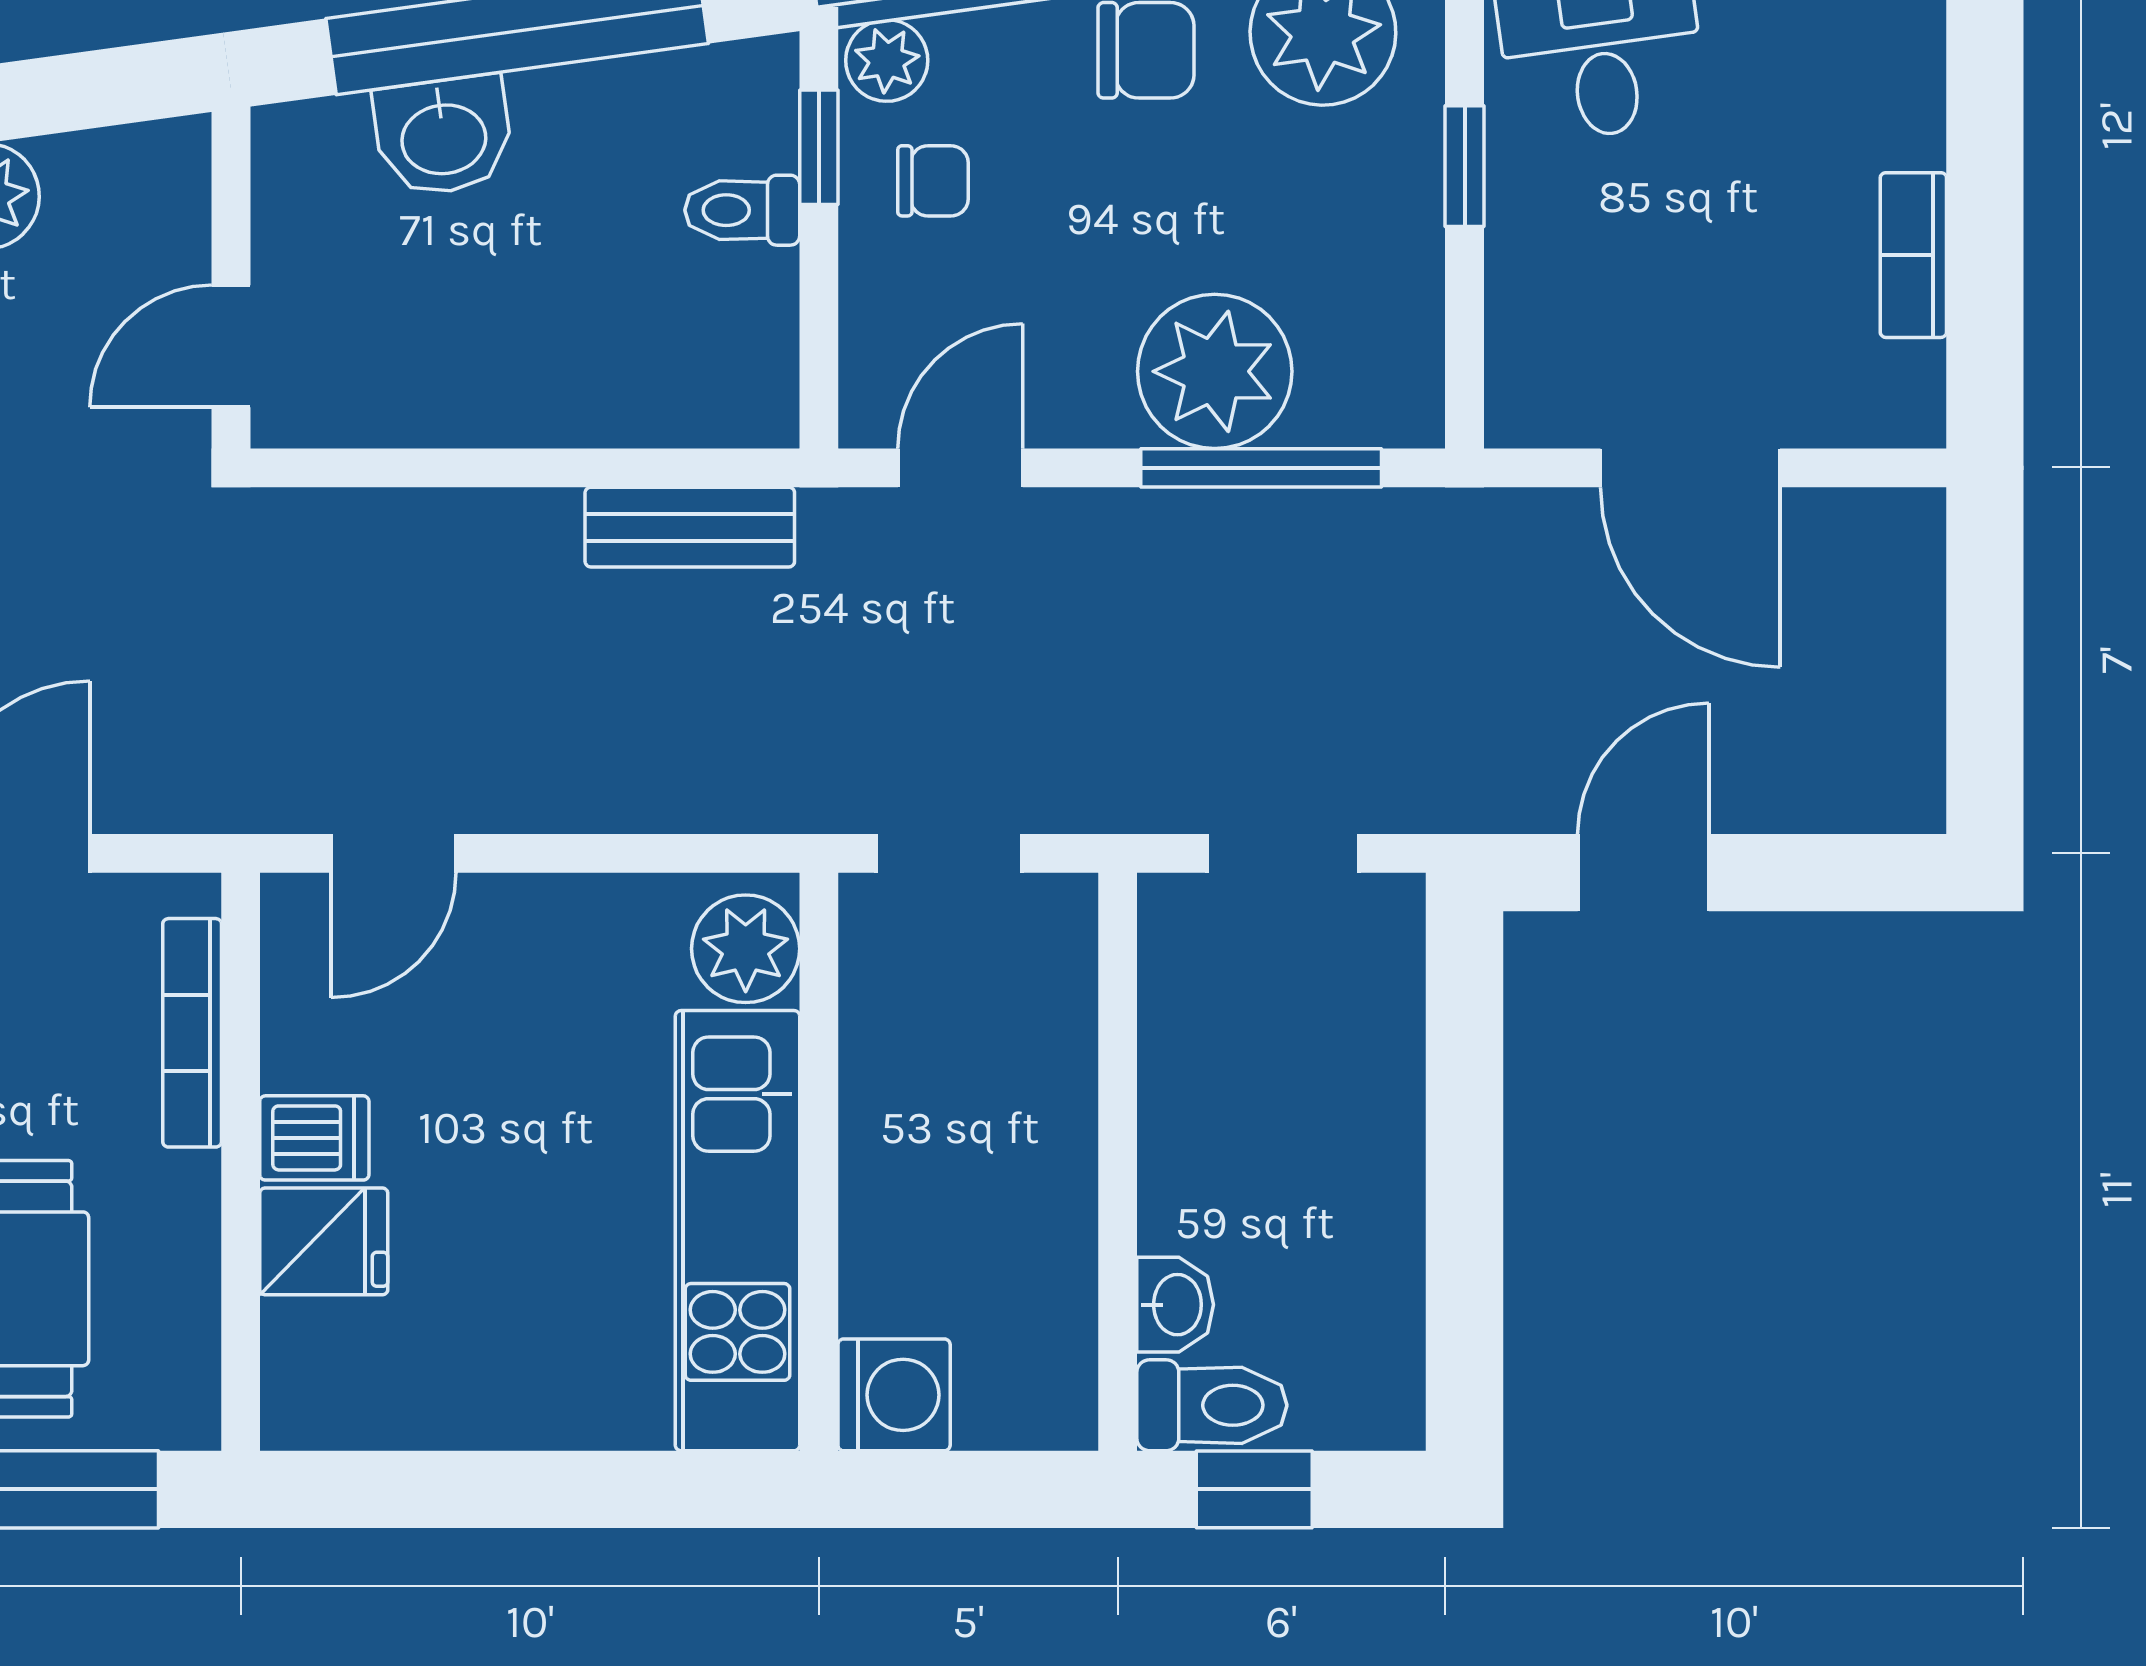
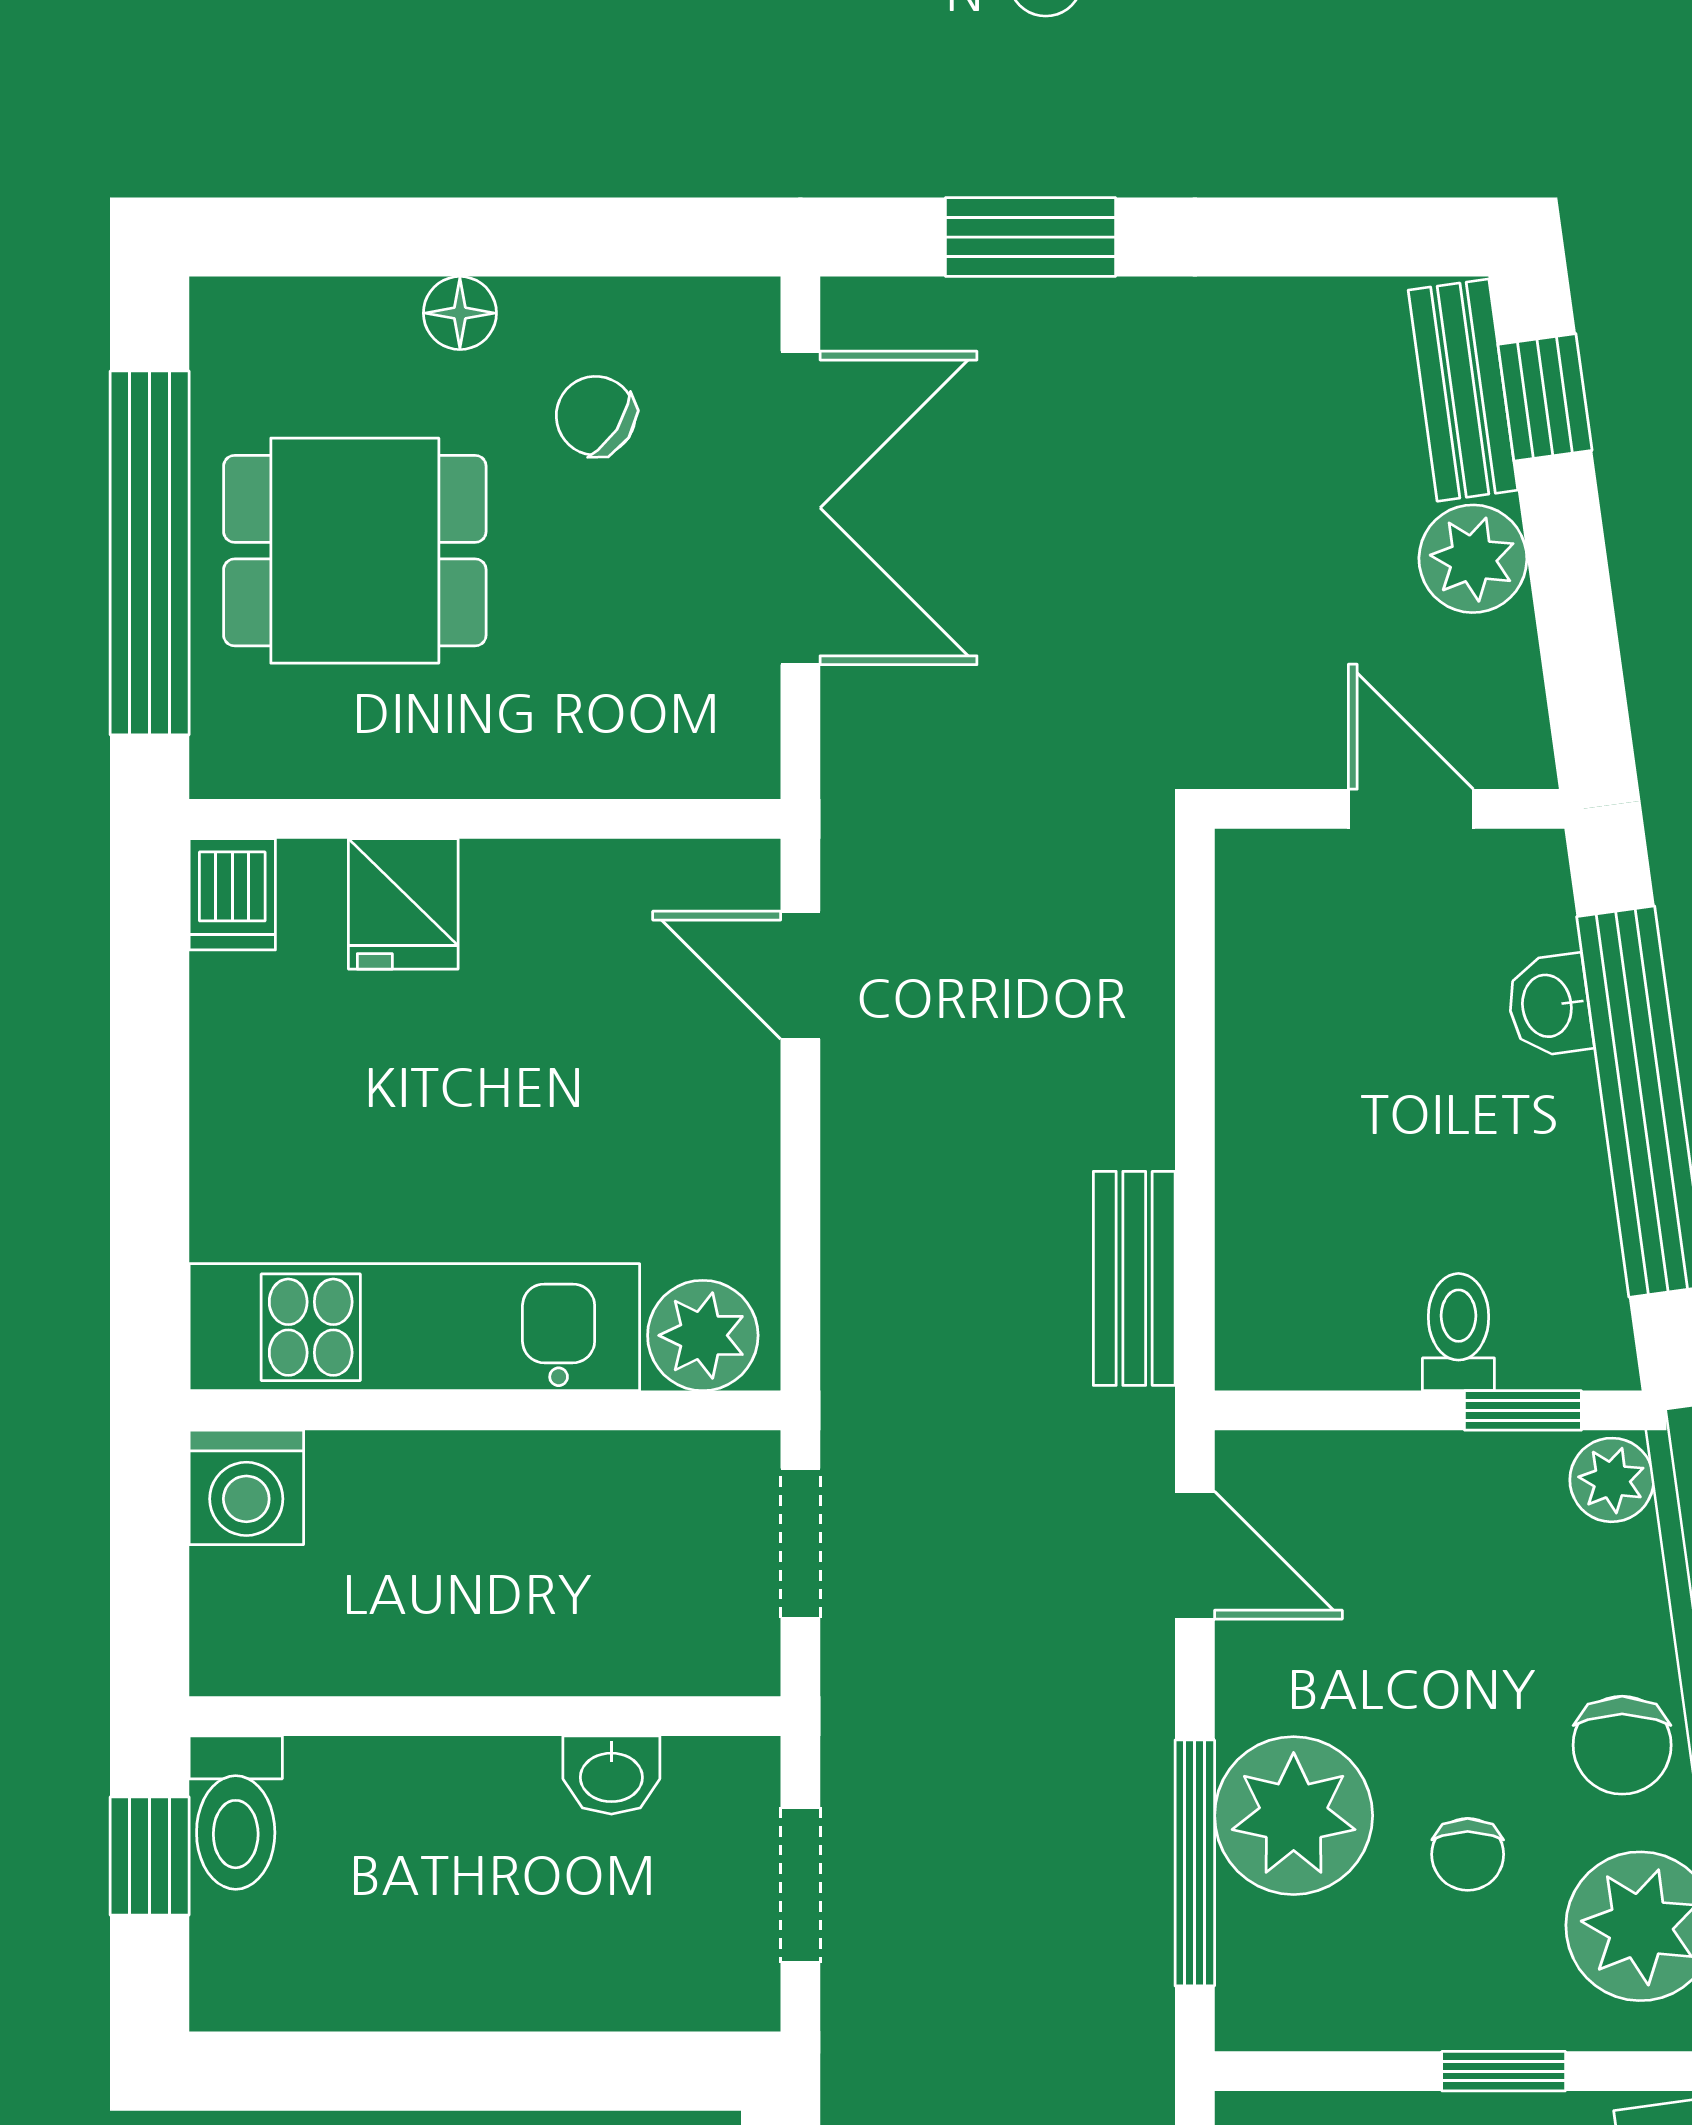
washbasin: (443, 136) -> (1549, 1005), width x0.72, depth x0.69
chair: (933, 181) -> (1468, 1854), moved
door: (231, 346) -> (1411, 809), moved
bookcase: (192, 1033) -> (617, 769), removed
dishwasher: (314, 1138) -> (232, 894), moved
washbasin: (1175, 1305) -> (611, 1775), moved

